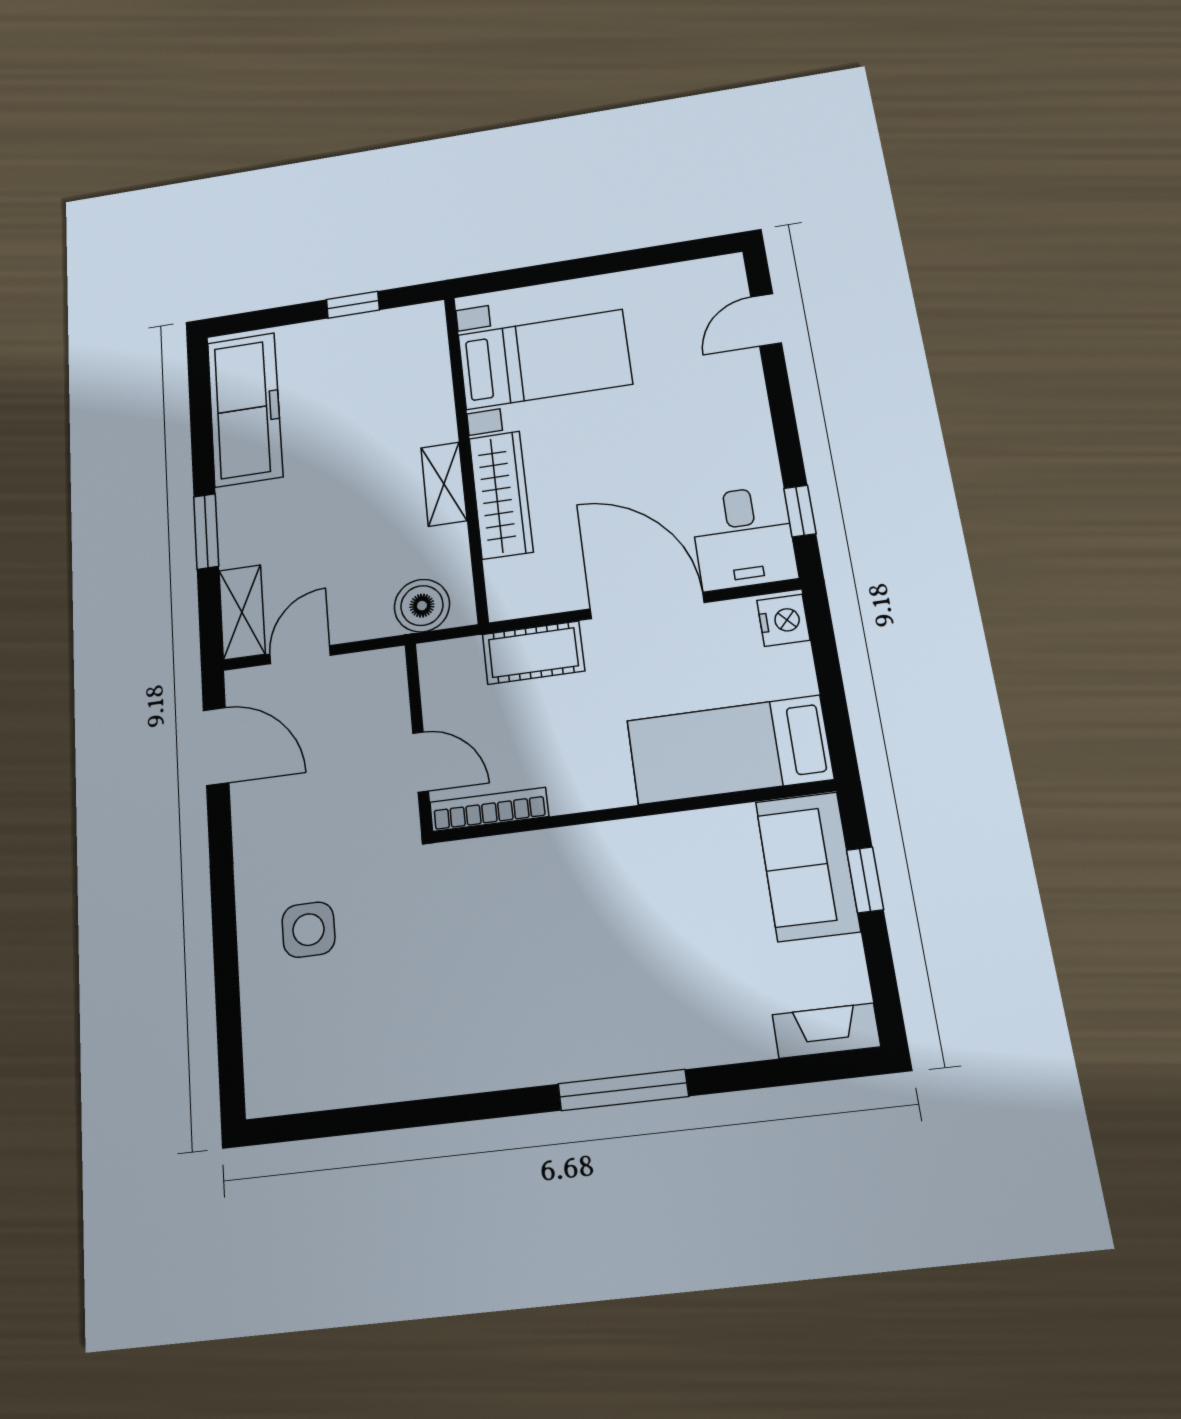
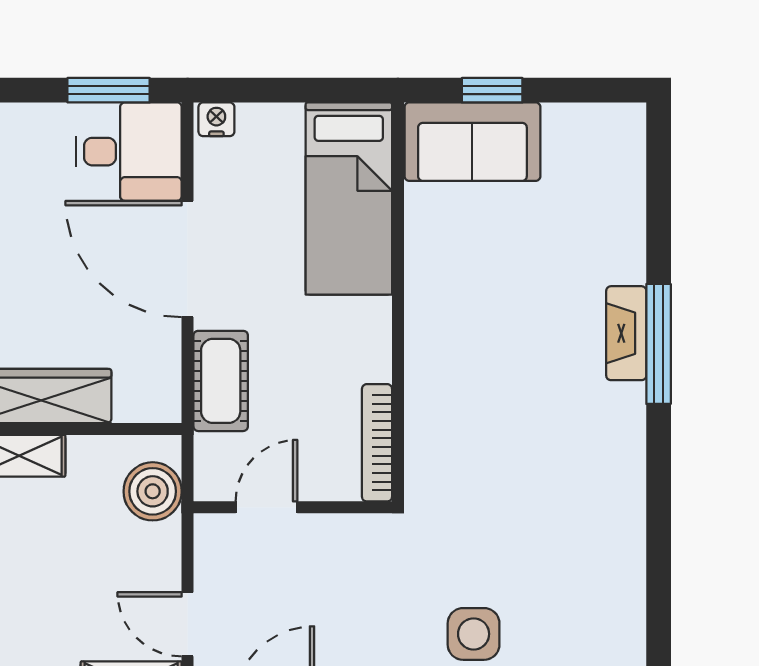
window: (800, 511) -> (109, 90), width x1.50
door: (647, 606) -> (188, 259), hinge flipped
nightstand: (783, 620) -> (216, 119), width x0.72, depth x0.74
door: (421, 762) -> (266, 507), moved
fireplace: (826, 1031) -> (626, 333), moved

